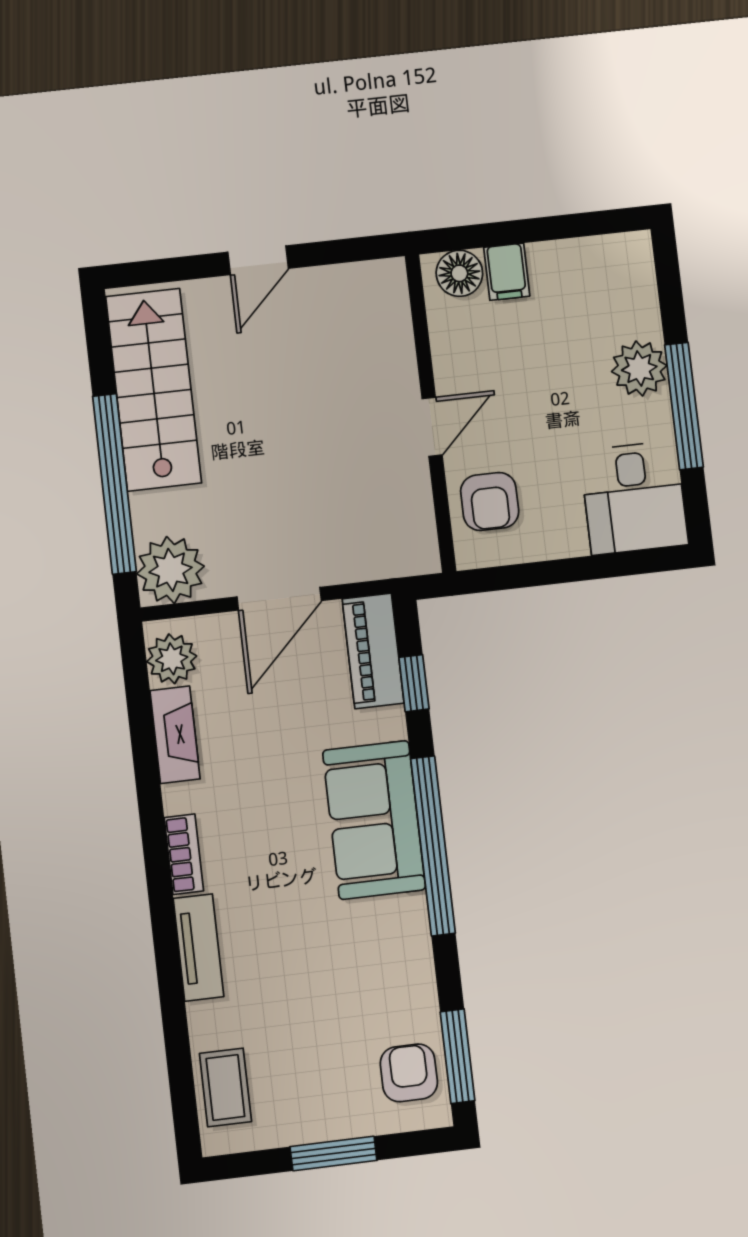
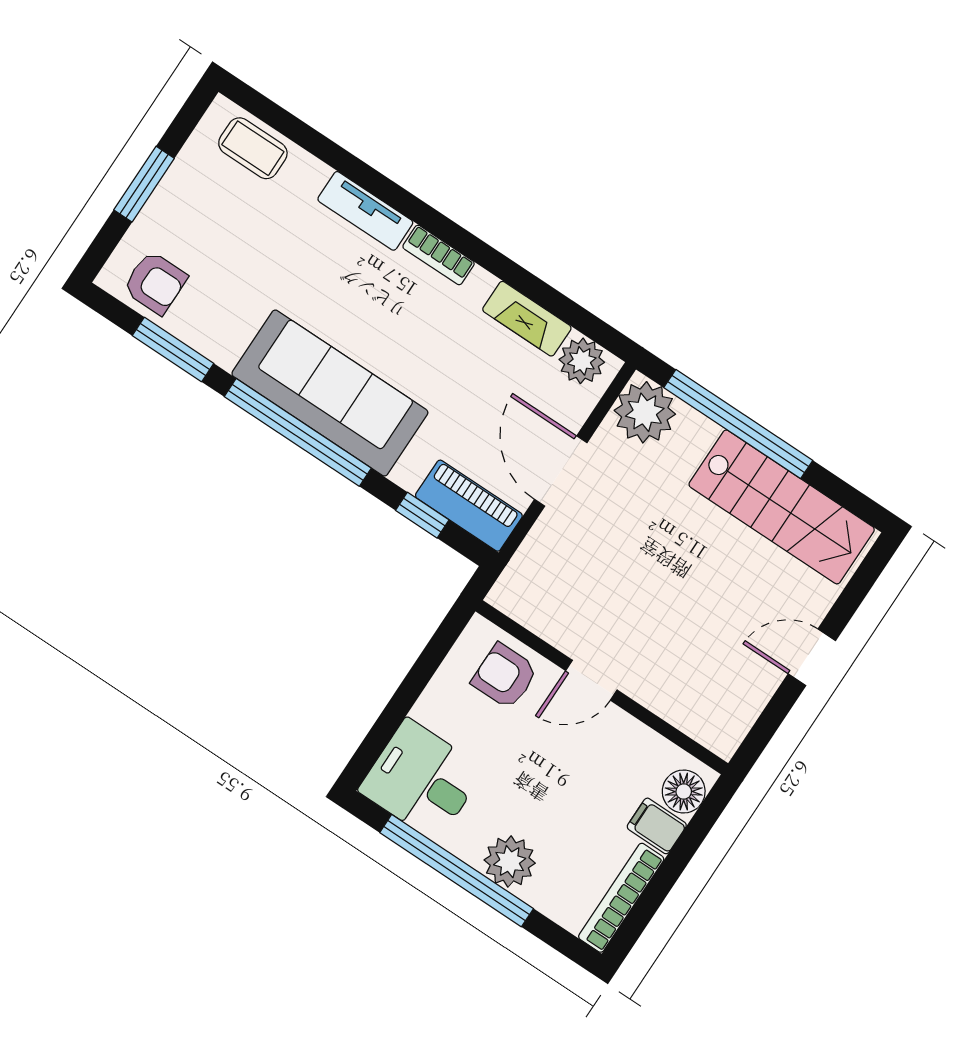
bookcase: (591, 252) -> (621, 898), added
door: (258, 260) -> (812, 657), hinge flipped
window: (684, 406) -> (457, 871), width x1.46
door: (432, 427) -> (591, 680), hinge flipped
sofa: (374, 820) -> (330, 393), width x1.36
window: (458, 1056) -> (173, 349), moved

